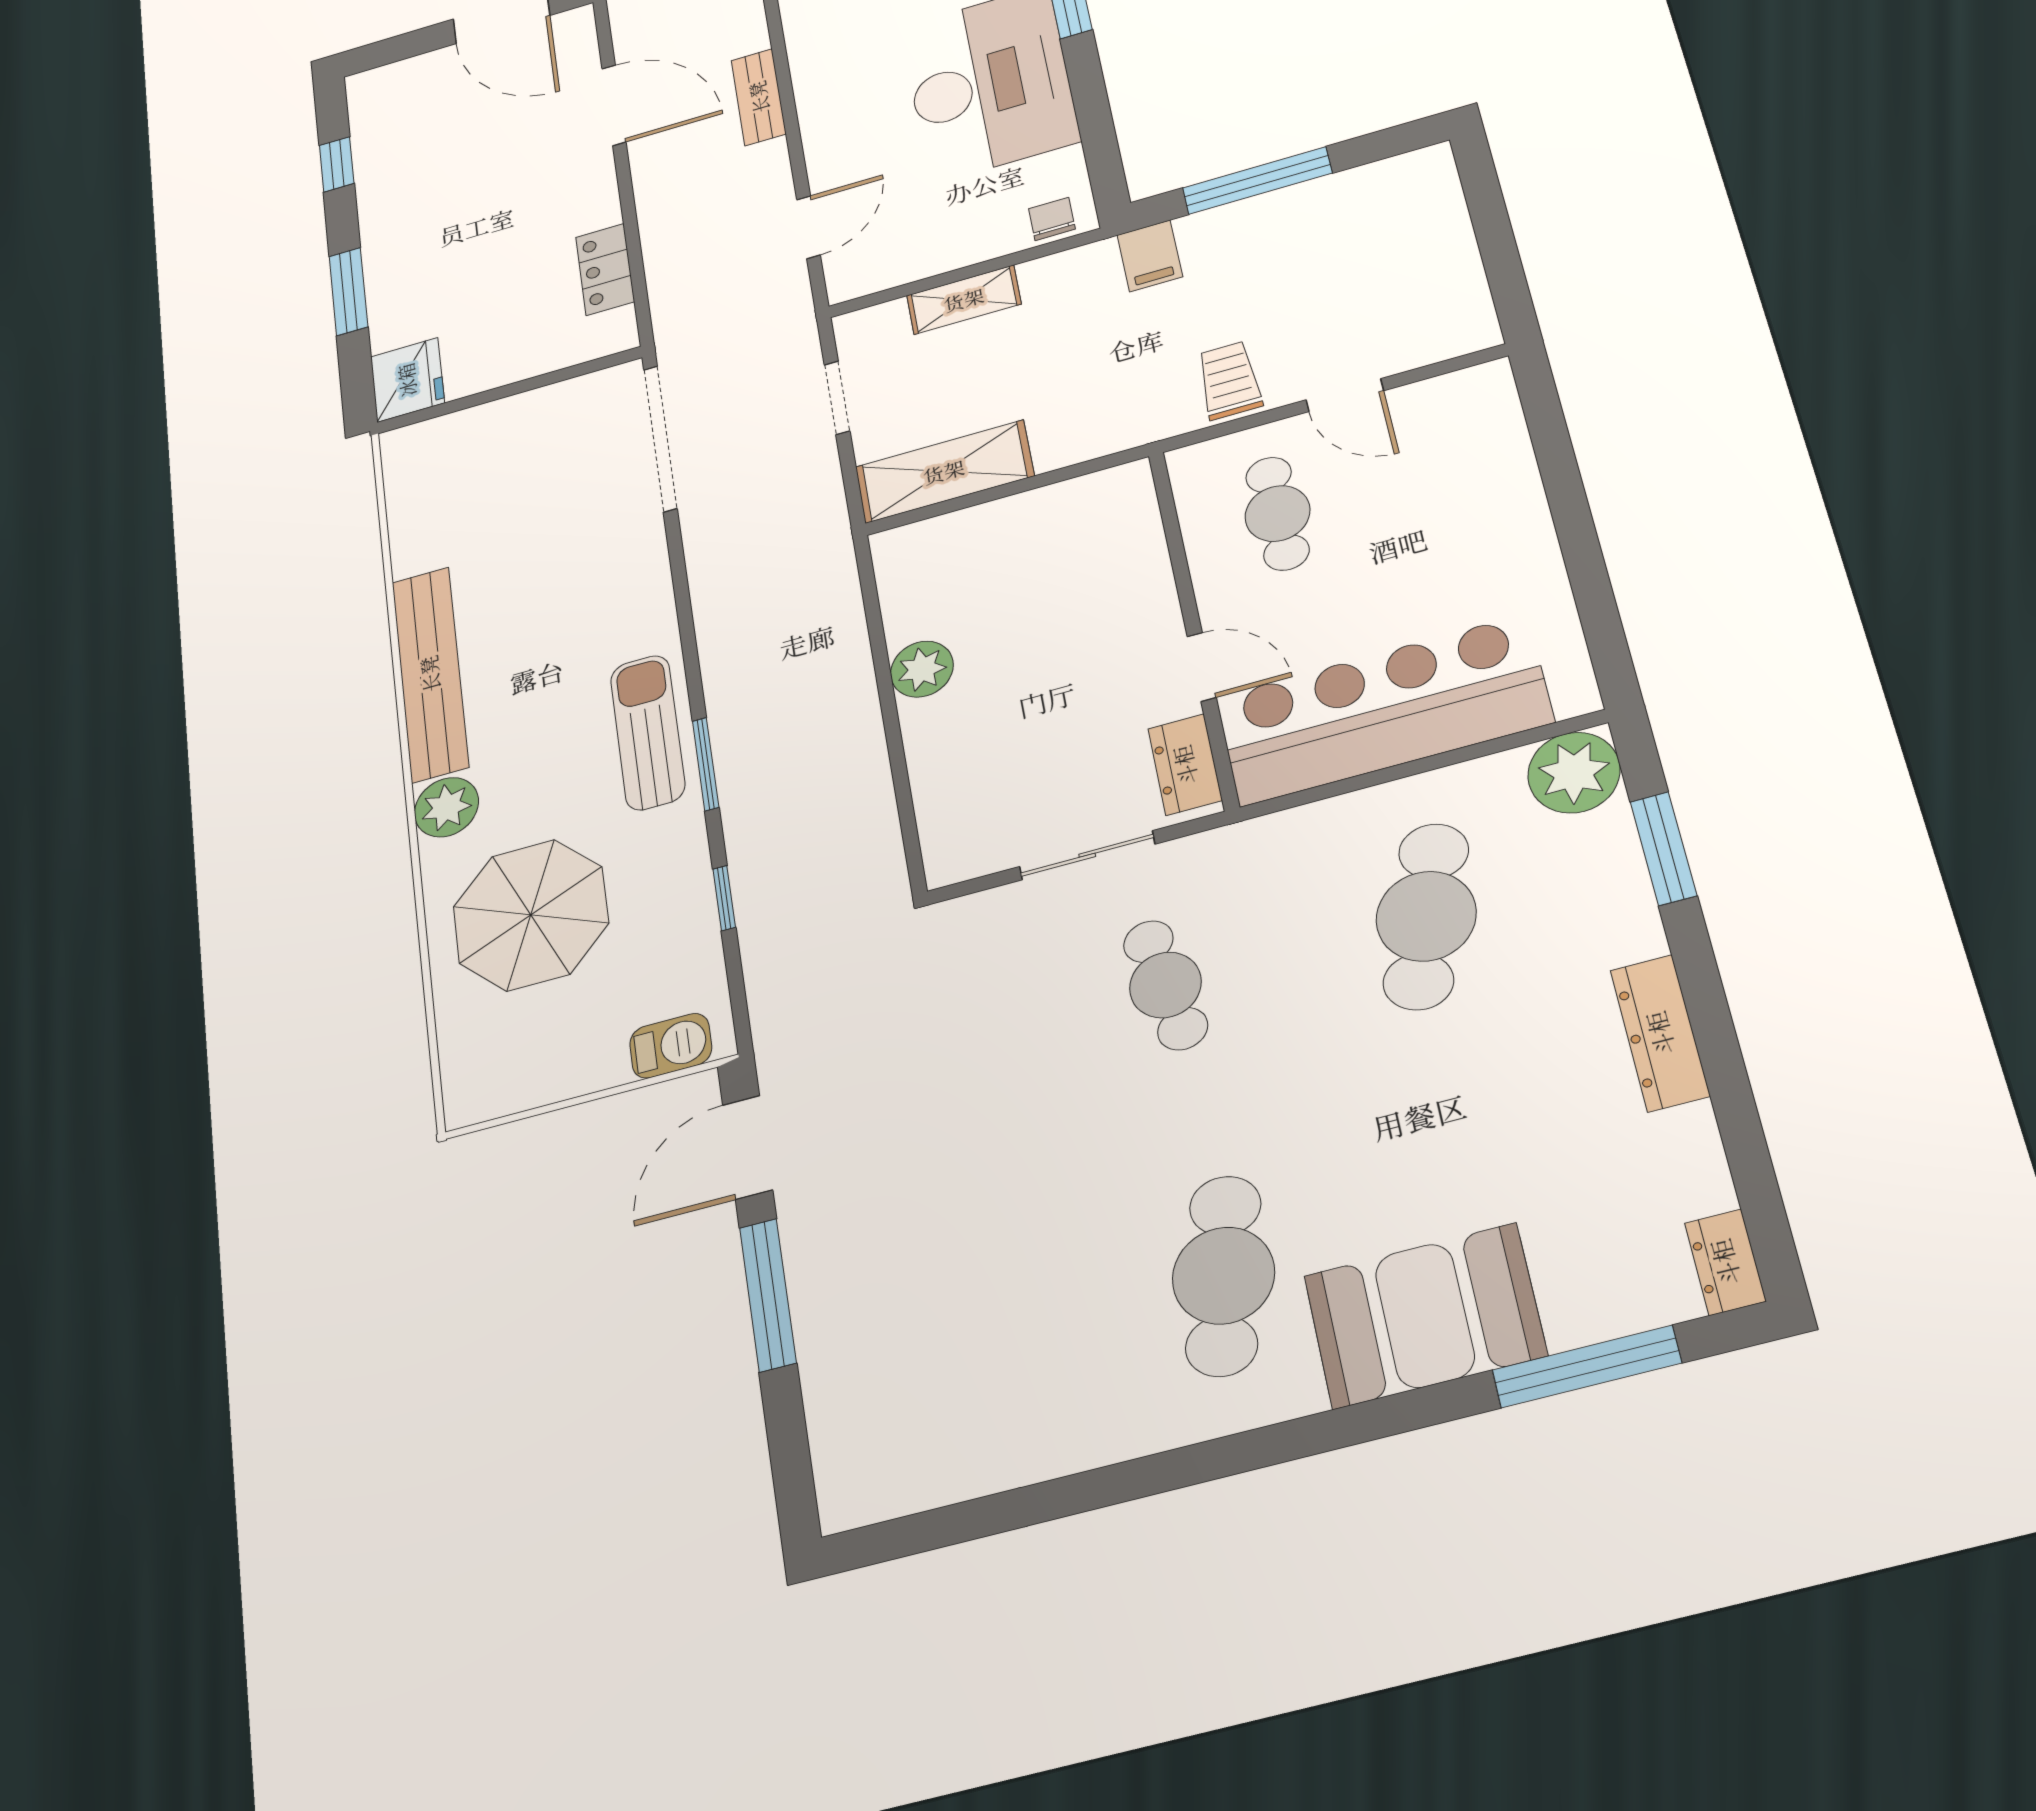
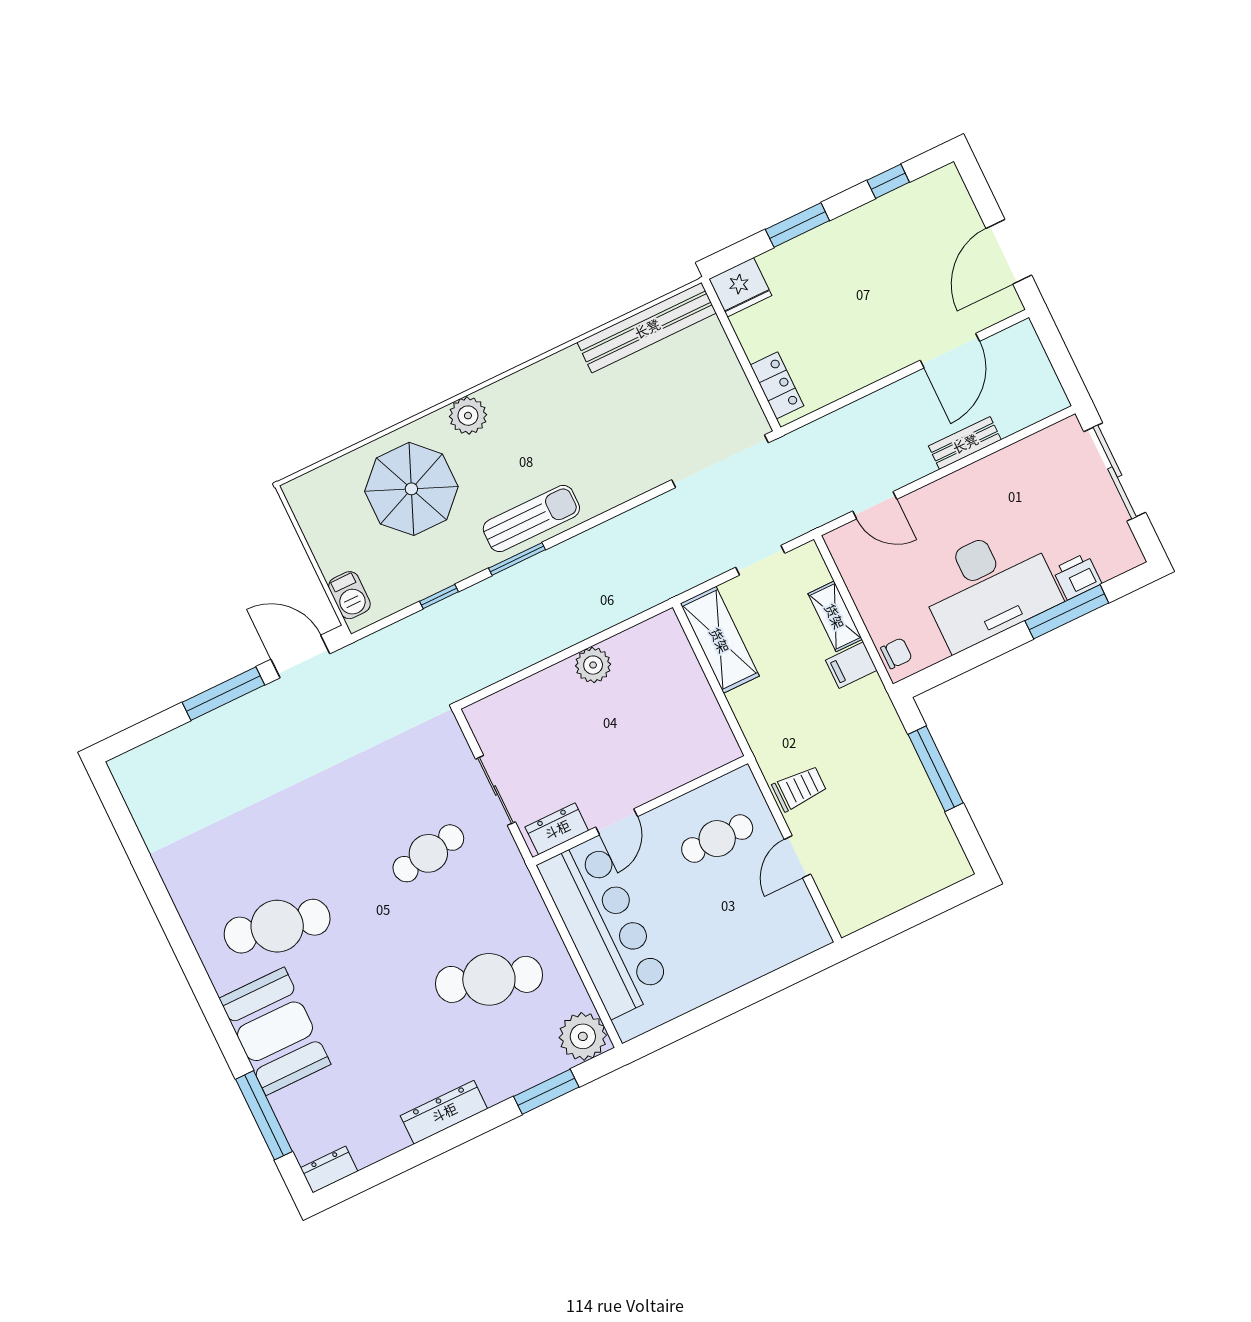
filing cabinet: (1150, 256) -> (851, 665), moved
locker: (605, 269) -> (777, 385), moved, turned 90
bench: (430, 674) -> (647, 328), moved

